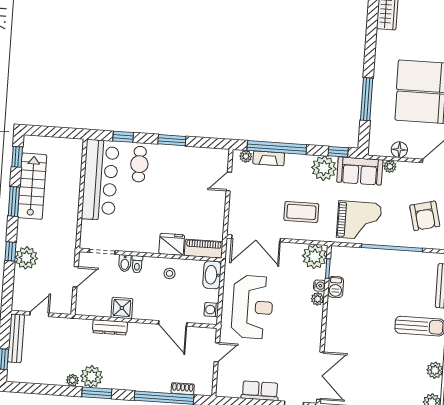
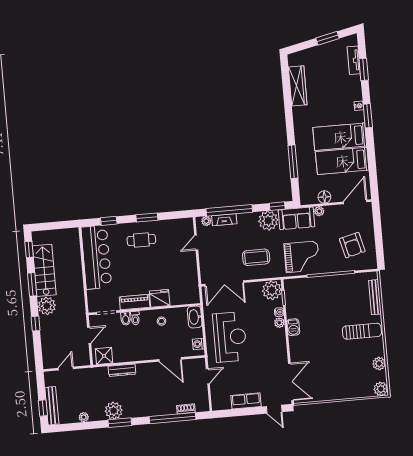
cafe table: (139, 164) -> (141, 240), moved, turned 90
piano: (204, 249) -> (135, 302), moved
plant: (26, 258) -> (47, 306), moved
barbecue: (336, 287) -> (293, 327), moved
shower: (122, 308) -> (104, 356), moved
bench: (16, 338) -> (52, 406), moved
plant: (72, 380) -> (84, 417), moved

